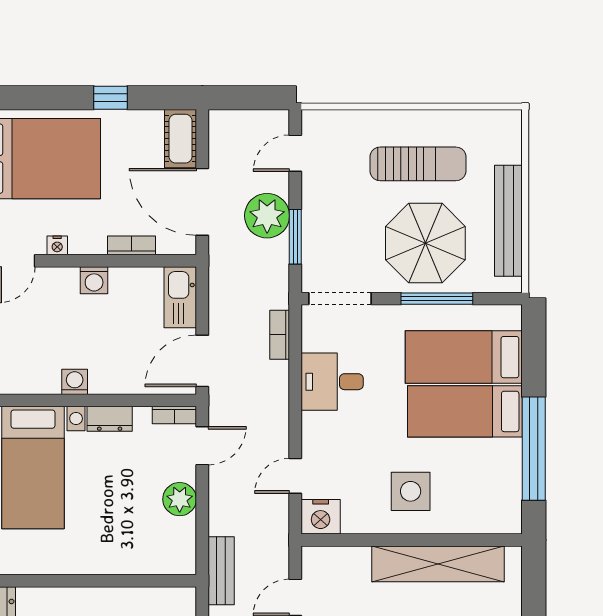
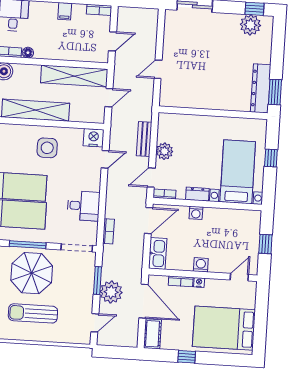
nightstand: (57, 245) -> (199, 282), moved
washing machine: (75, 382) -> (196, 213), moved
bench: (221, 571) -> (144, 139), moved

